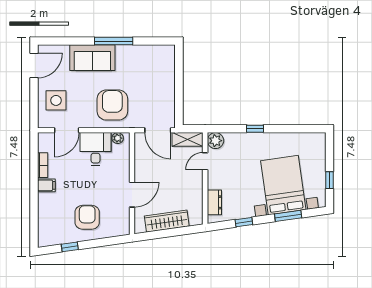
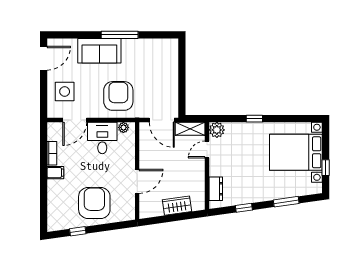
bed with nightstands: (283, 185) -> (296, 152), moved, turned -82
armchair: (87, 217) -> (94, 203), width x1.36, depth x1.36
wardrobe: (167, 221) -> (177, 206), width x0.67

